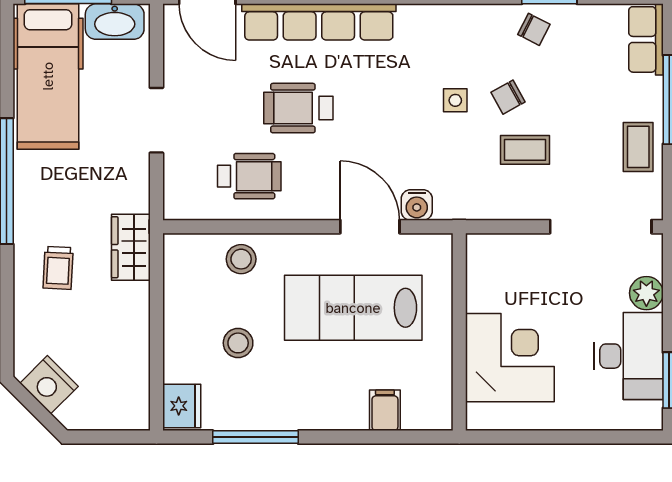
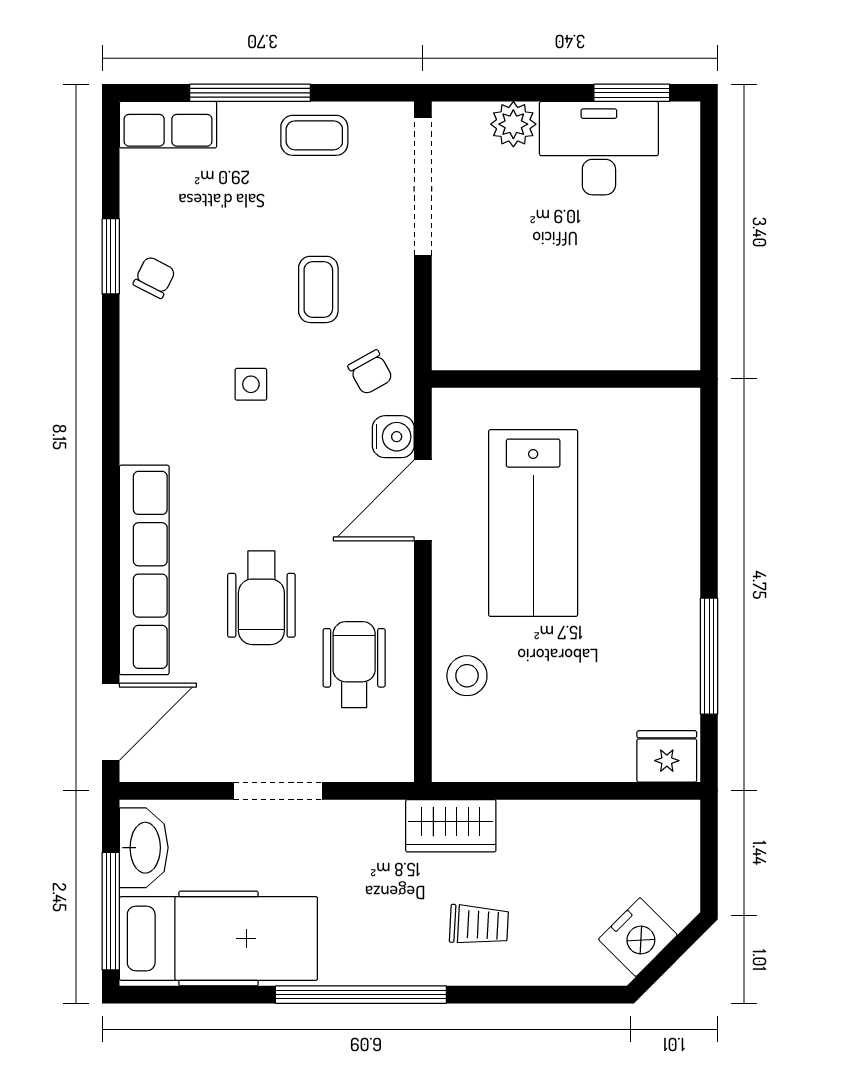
chair: (508, 97) -> (370, 372), moved
stool: (238, 343) -> (581, 680), removed
corner desk: (510, 358) -> (601, 310), removed
filing cabinet: (385, 410) -> (673, 480), removed

